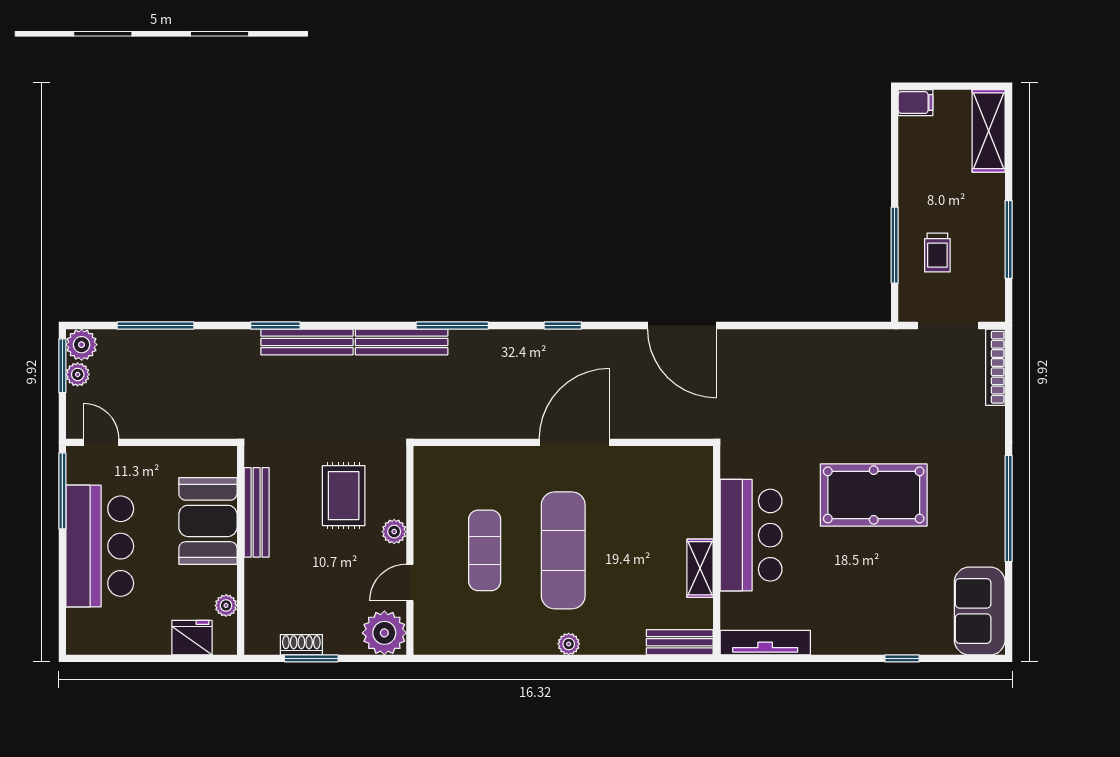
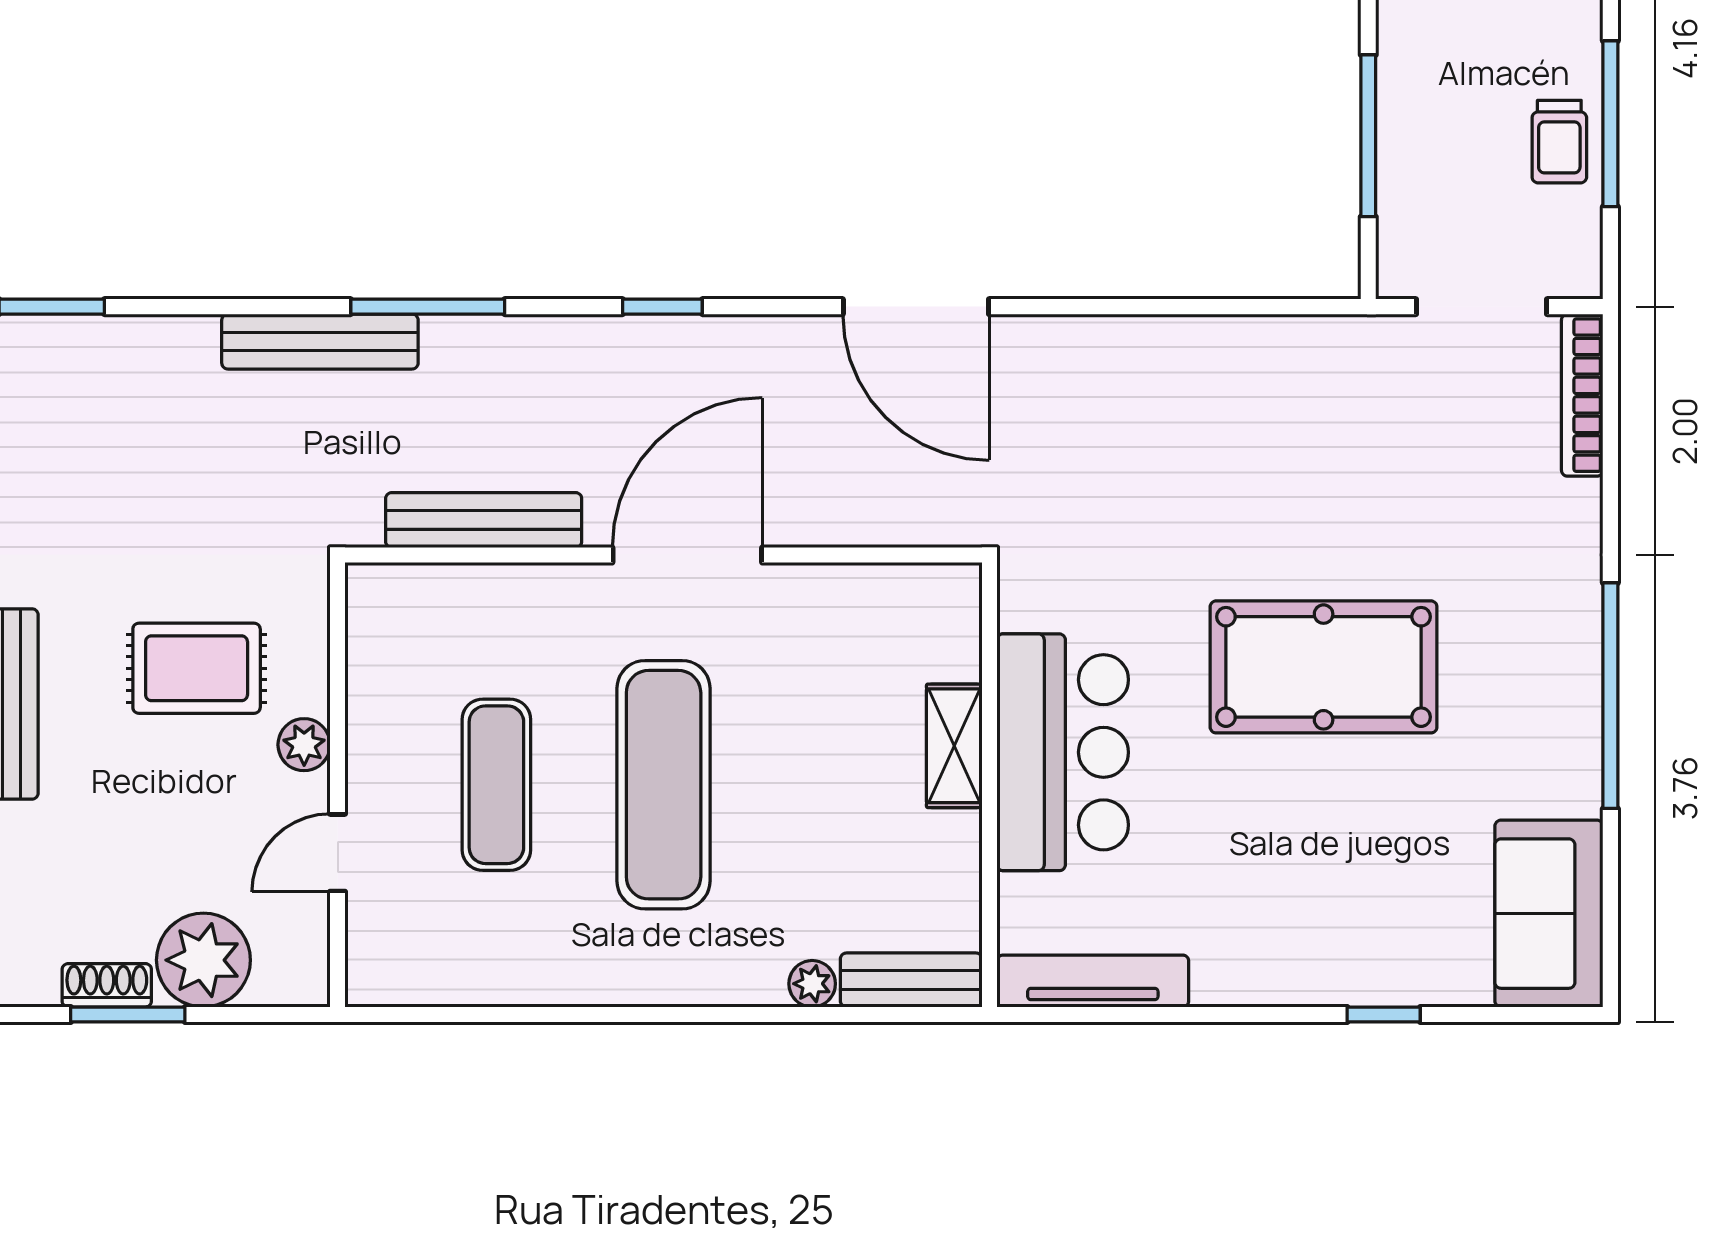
trolley: (937, 252) -> (1559, 142), moved
bench: (307, 342) -> (484, 520), moved
rug: (344, 496) -> (197, 668), turned 90
shelving: (700, 568) -> (954, 746), moved
plant: (384, 633) -> (203, 960), moved
plant: (569, 644) -> (812, 984), moved

